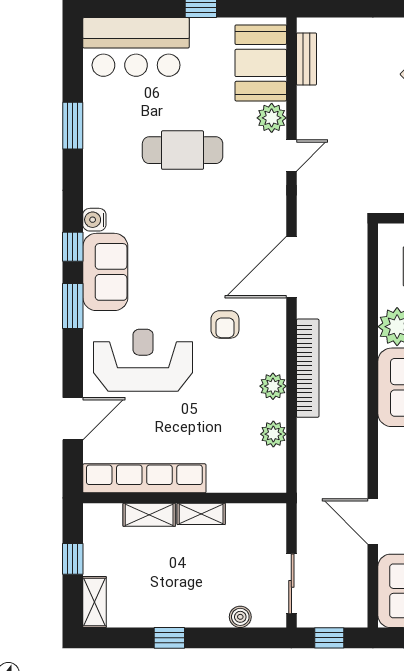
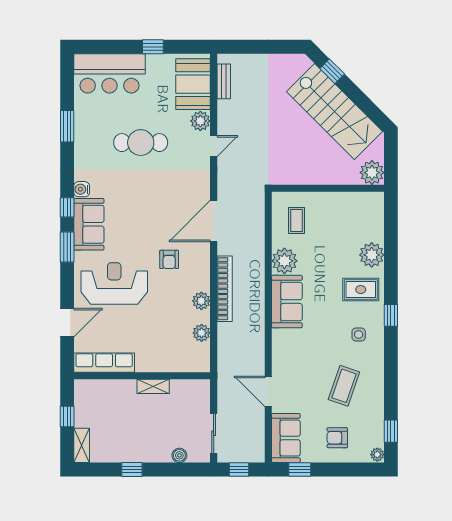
row of seats: (144, 478) -> (104, 363), width x0.73
shelving: (149, 515) -> (118, 387), removed

